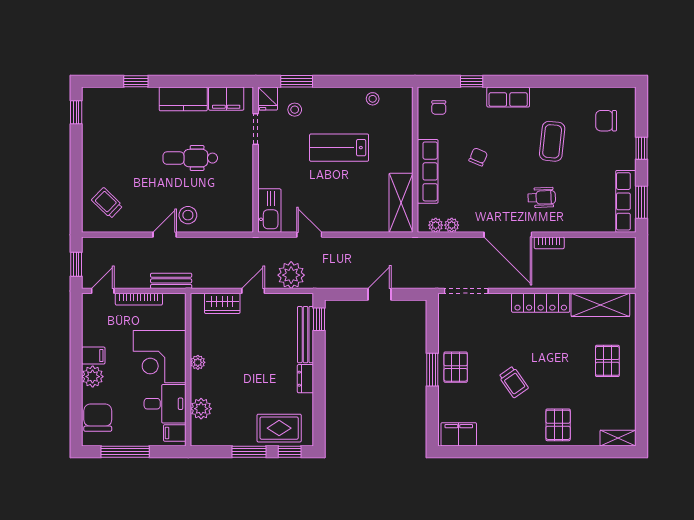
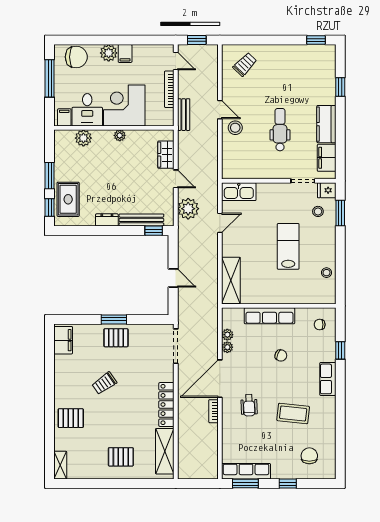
shelving: (401, 203) -> (231, 280), moved, turned 90
plant: (436, 225) -> (227, 347), moved

